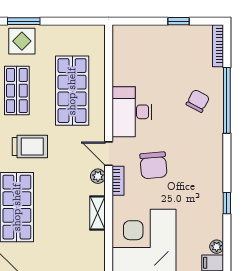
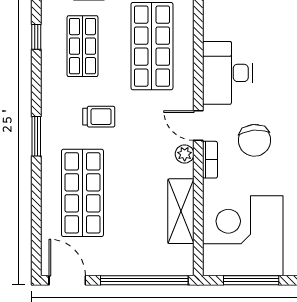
trolley: (30, 147) -> (99, 117), width x0.73, depth x0.72
shelving: (98, 213) -> (181, 211), width x1.50, depth x1.33

